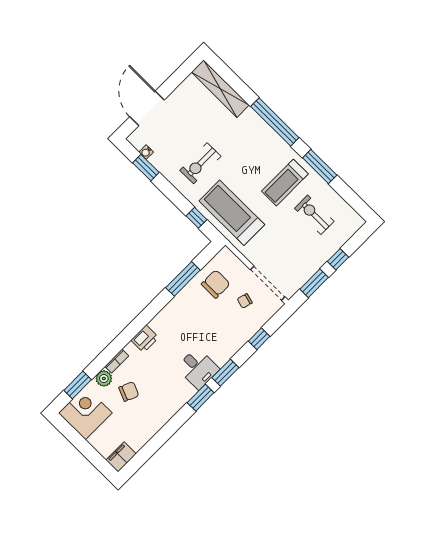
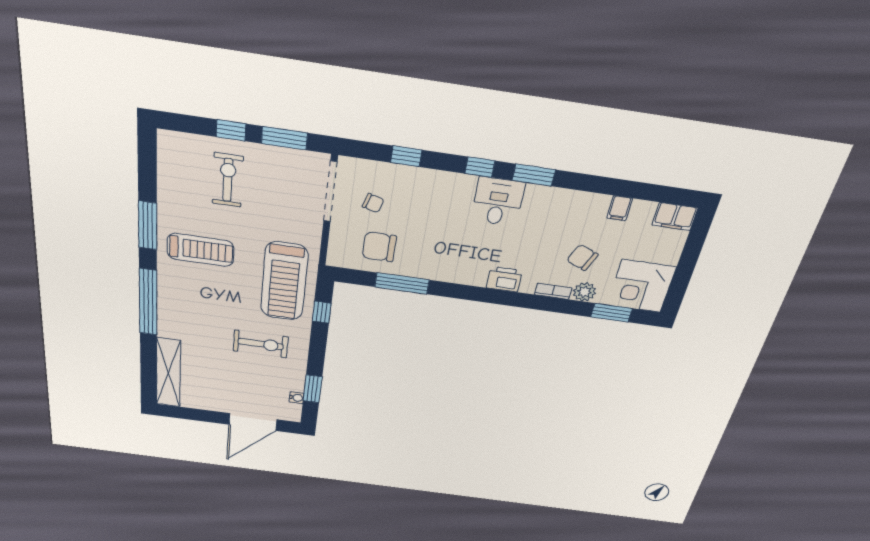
exercise bike: (314, 215) -> (228, 180), moved, turned 180
window: (225, 373) -> (480, 167), width x0.67
filing cabinet: (147, 431) -> (620, 208), added

